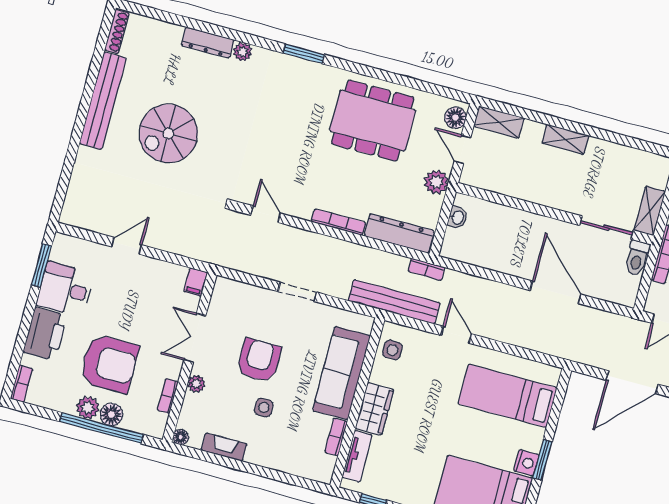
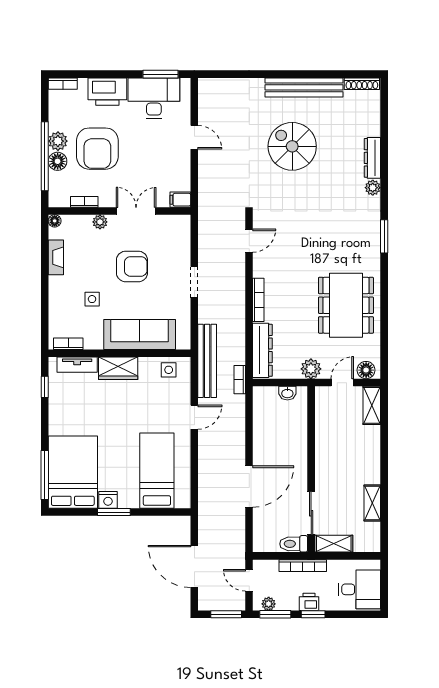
shelving: (565, 139) -> (372, 503), moved
desk: (65, 289) -> (154, 98), width x1.37
side table: (264, 407) -> (92, 299), moved
bookcase: (336, 437) -> (68, 344), moved

